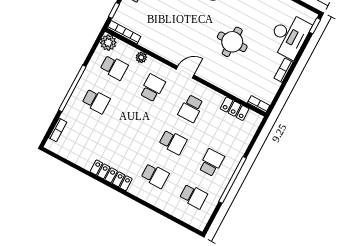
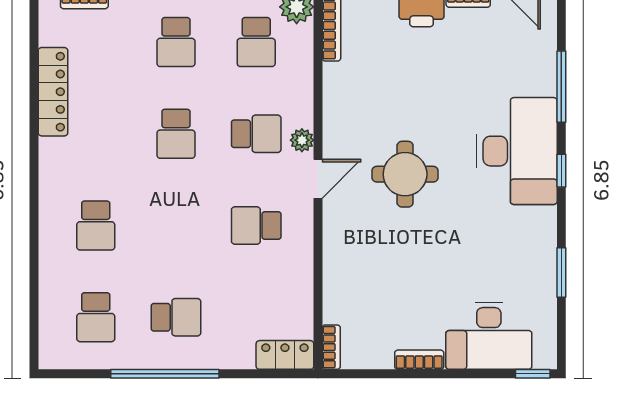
round table: (232, 42) -> (405, 174), moved
plant: (141, 57) -> (302, 140), moved
door: (185, 72) -> (318, 179), hinge flipped
locker: (235, 109) -> (285, 355), moved, turned 90
school desk: (173, 142) -> (176, 134), moved
locker: (111, 175) -> (53, 92), moved

